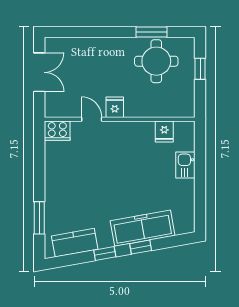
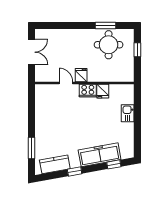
cooker: (57, 131) -> (88, 91), moved
fridge: (164, 131) -> (103, 91), moved
window: (141, 247) -> (114, 164), moved

